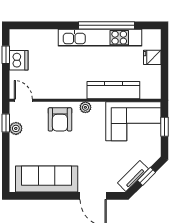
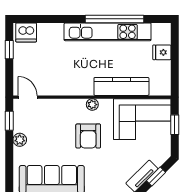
dishwasher: (19, 60) -> (26, 32), moved, turned 90
armchair: (60, 119) -> (88, 136), moved
plant: (16, 128) -> (20, 140), moved

